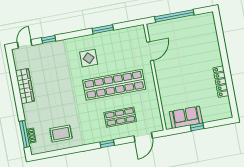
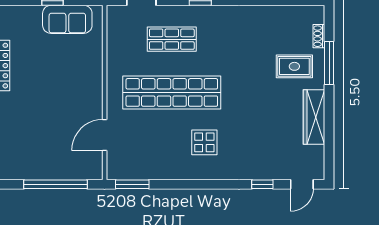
window: (103, 29) -> (132, 184), moved
window: (24, 134) -> (329, 63), moved
rug: (61, 134) -> (294, 66), moved

